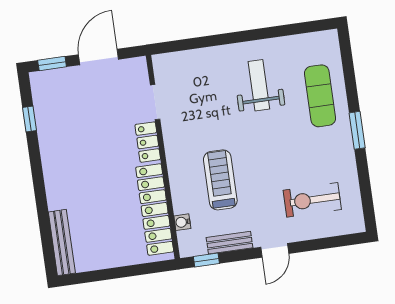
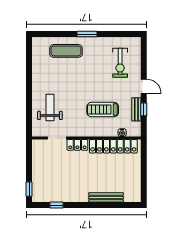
door: (99, 57) -> (29, 164), removed
weight bench: (259, 85) -> (50, 107), moved, turned 90
bench: (62, 242) -> (106, 197), moved
window: (206, 260) -> (144, 109), moved

